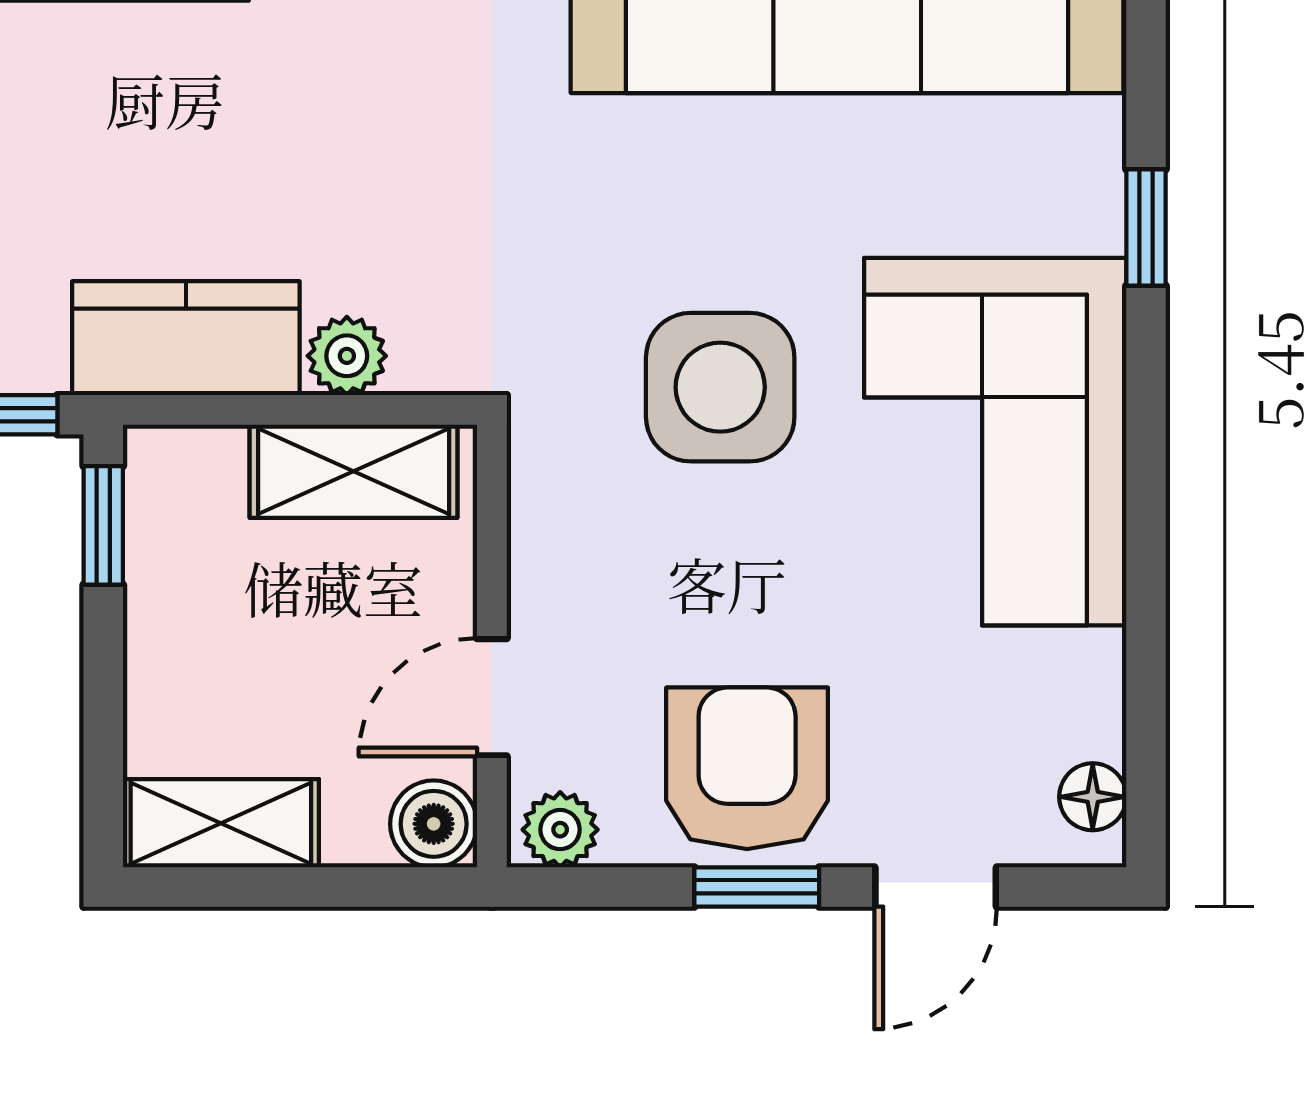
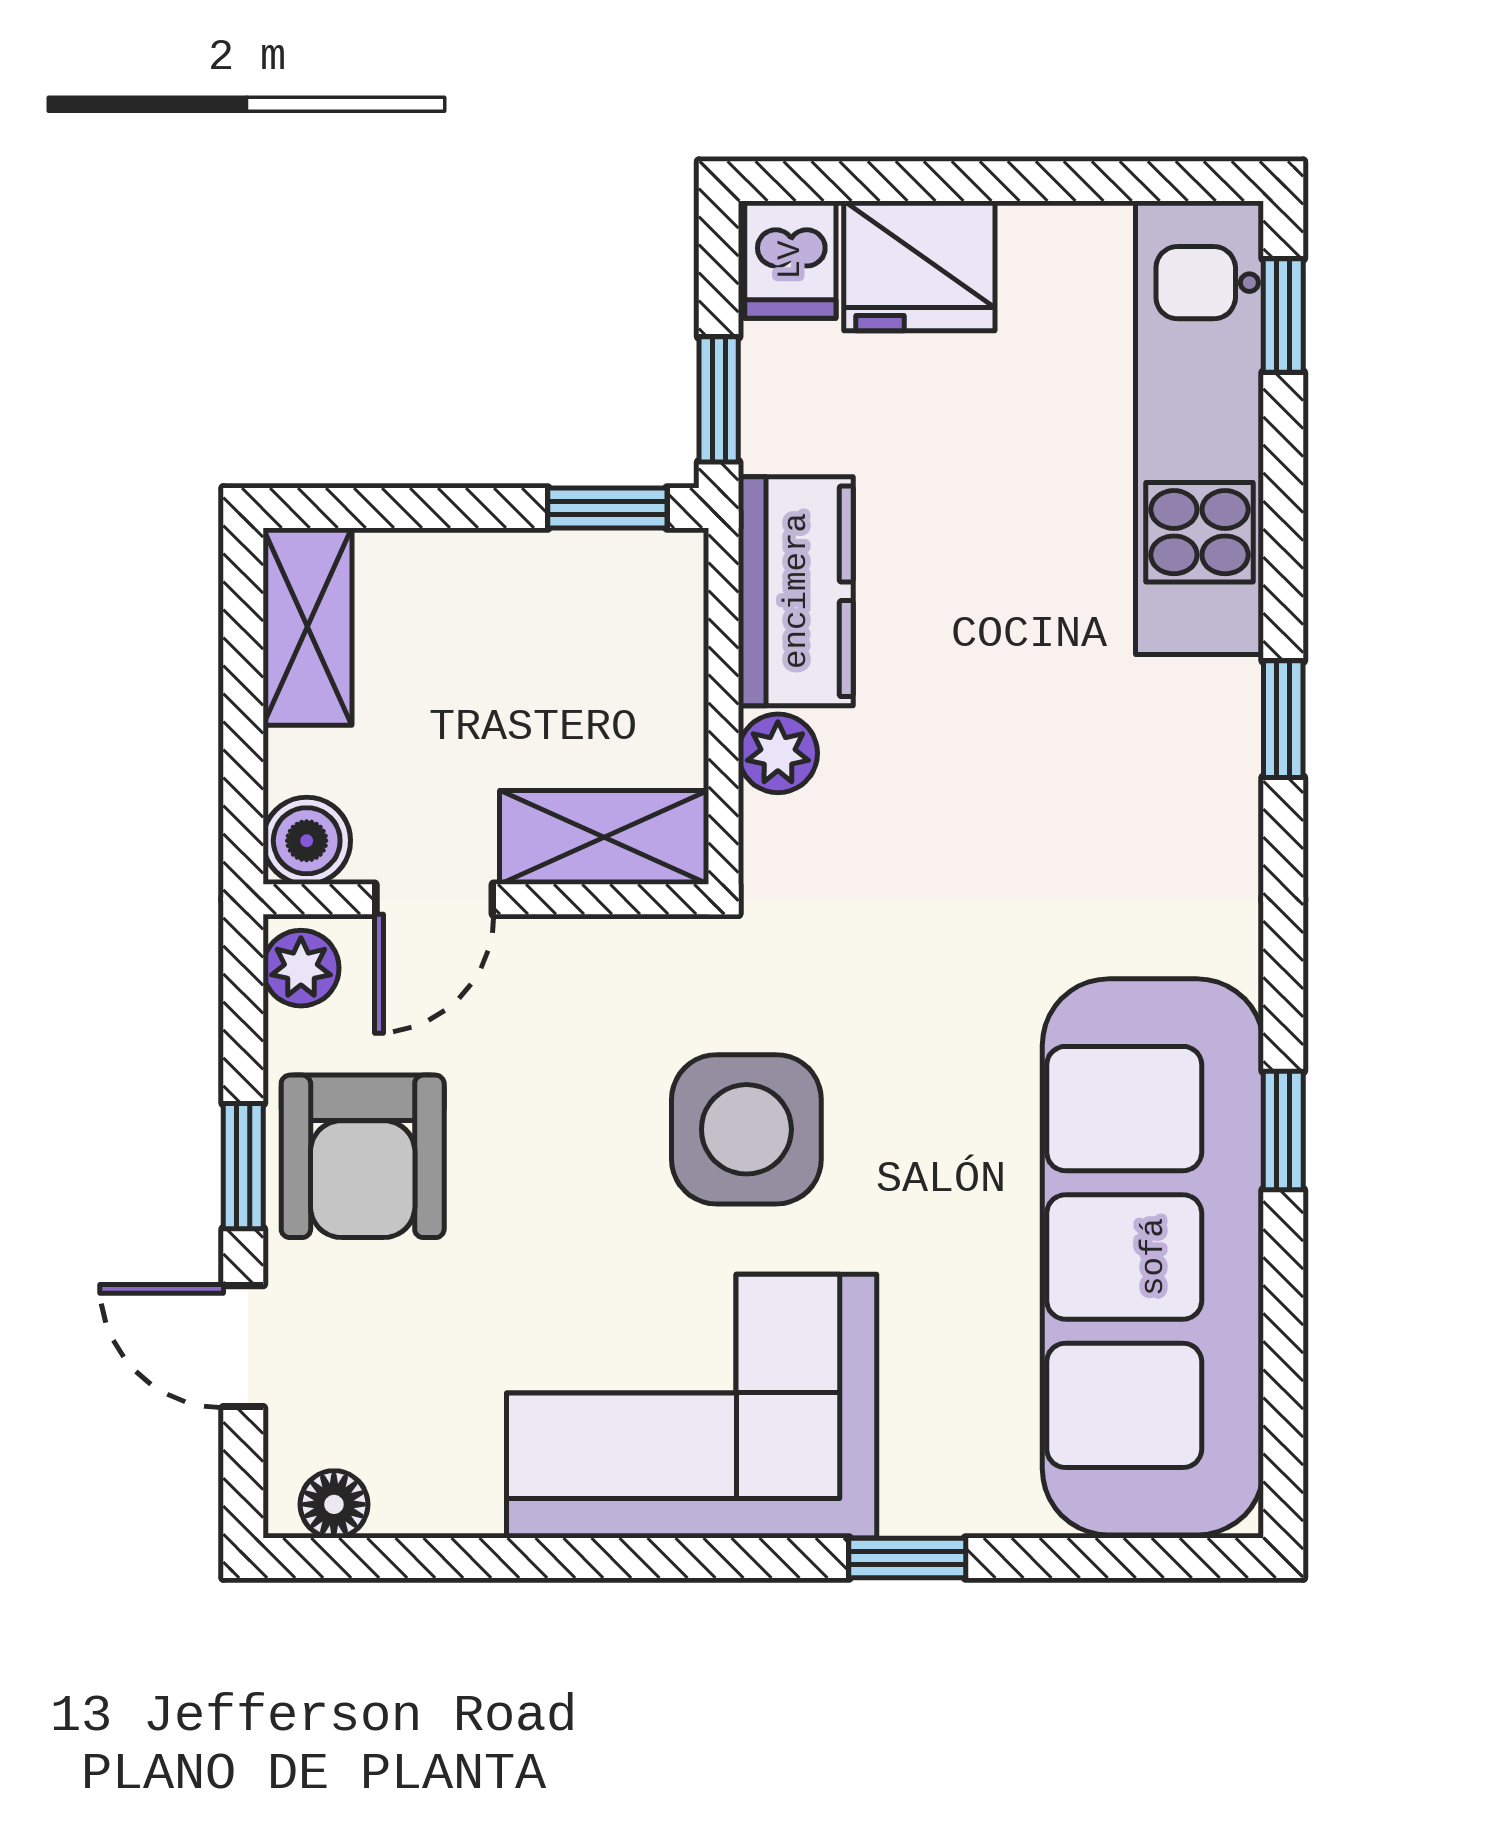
shelving: (354, 471) -> (604, 837), moved, turned 90
door: (492, 697) -> (434, 899), swing flipped
armchair: (747, 768) -> (363, 1156), turned 90

